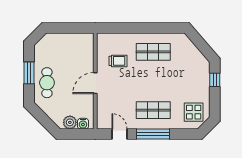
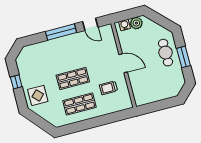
window: (215, 80) -> (16, 82), moved
door: (95, 83) -> (123, 63), hinge flipped
shop shelf: (153, 110) -> (73, 78), moved
display table: (194, 112) -> (38, 95), moved

